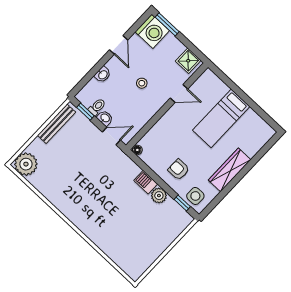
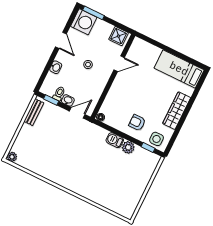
bed: (221, 118) -> (179, 69), moved, turned 90
bench: (57, 124) -> (34, 112), width x0.73
plant: (26, 164) -> (12, 157), width x0.53, depth x0.53

